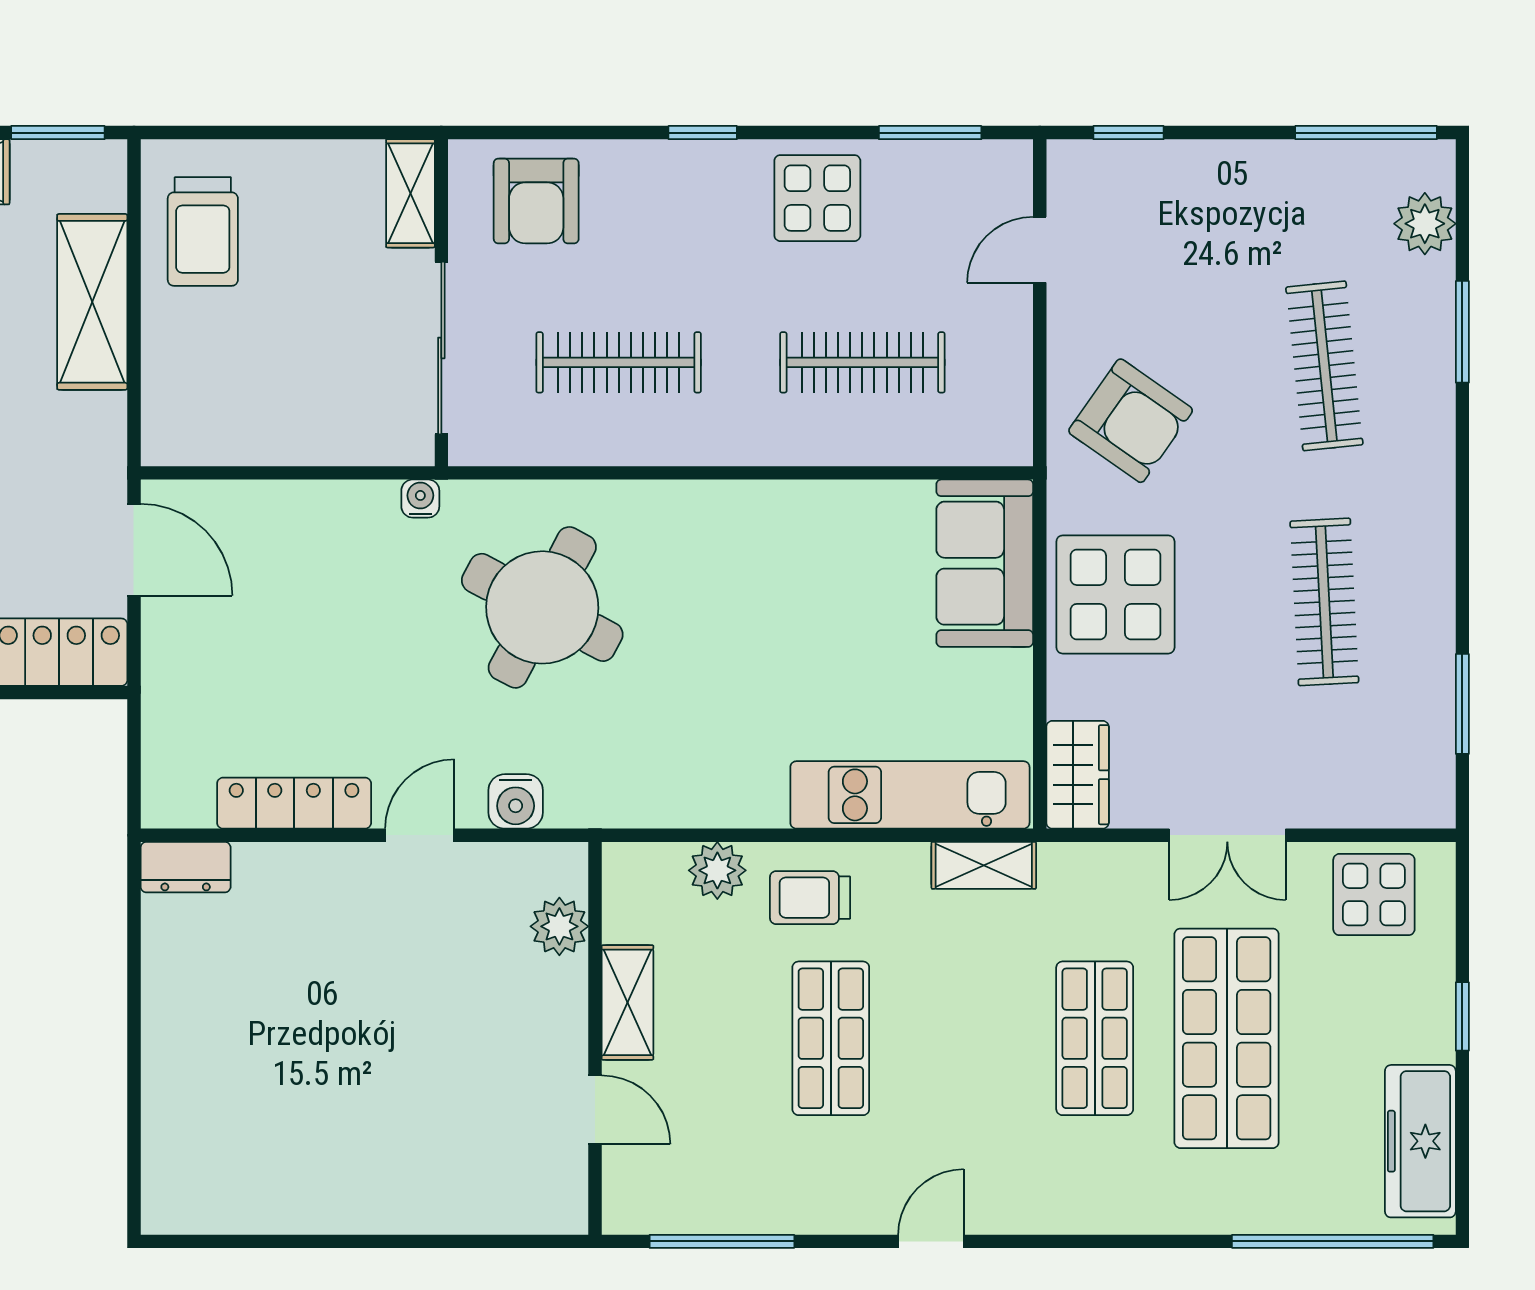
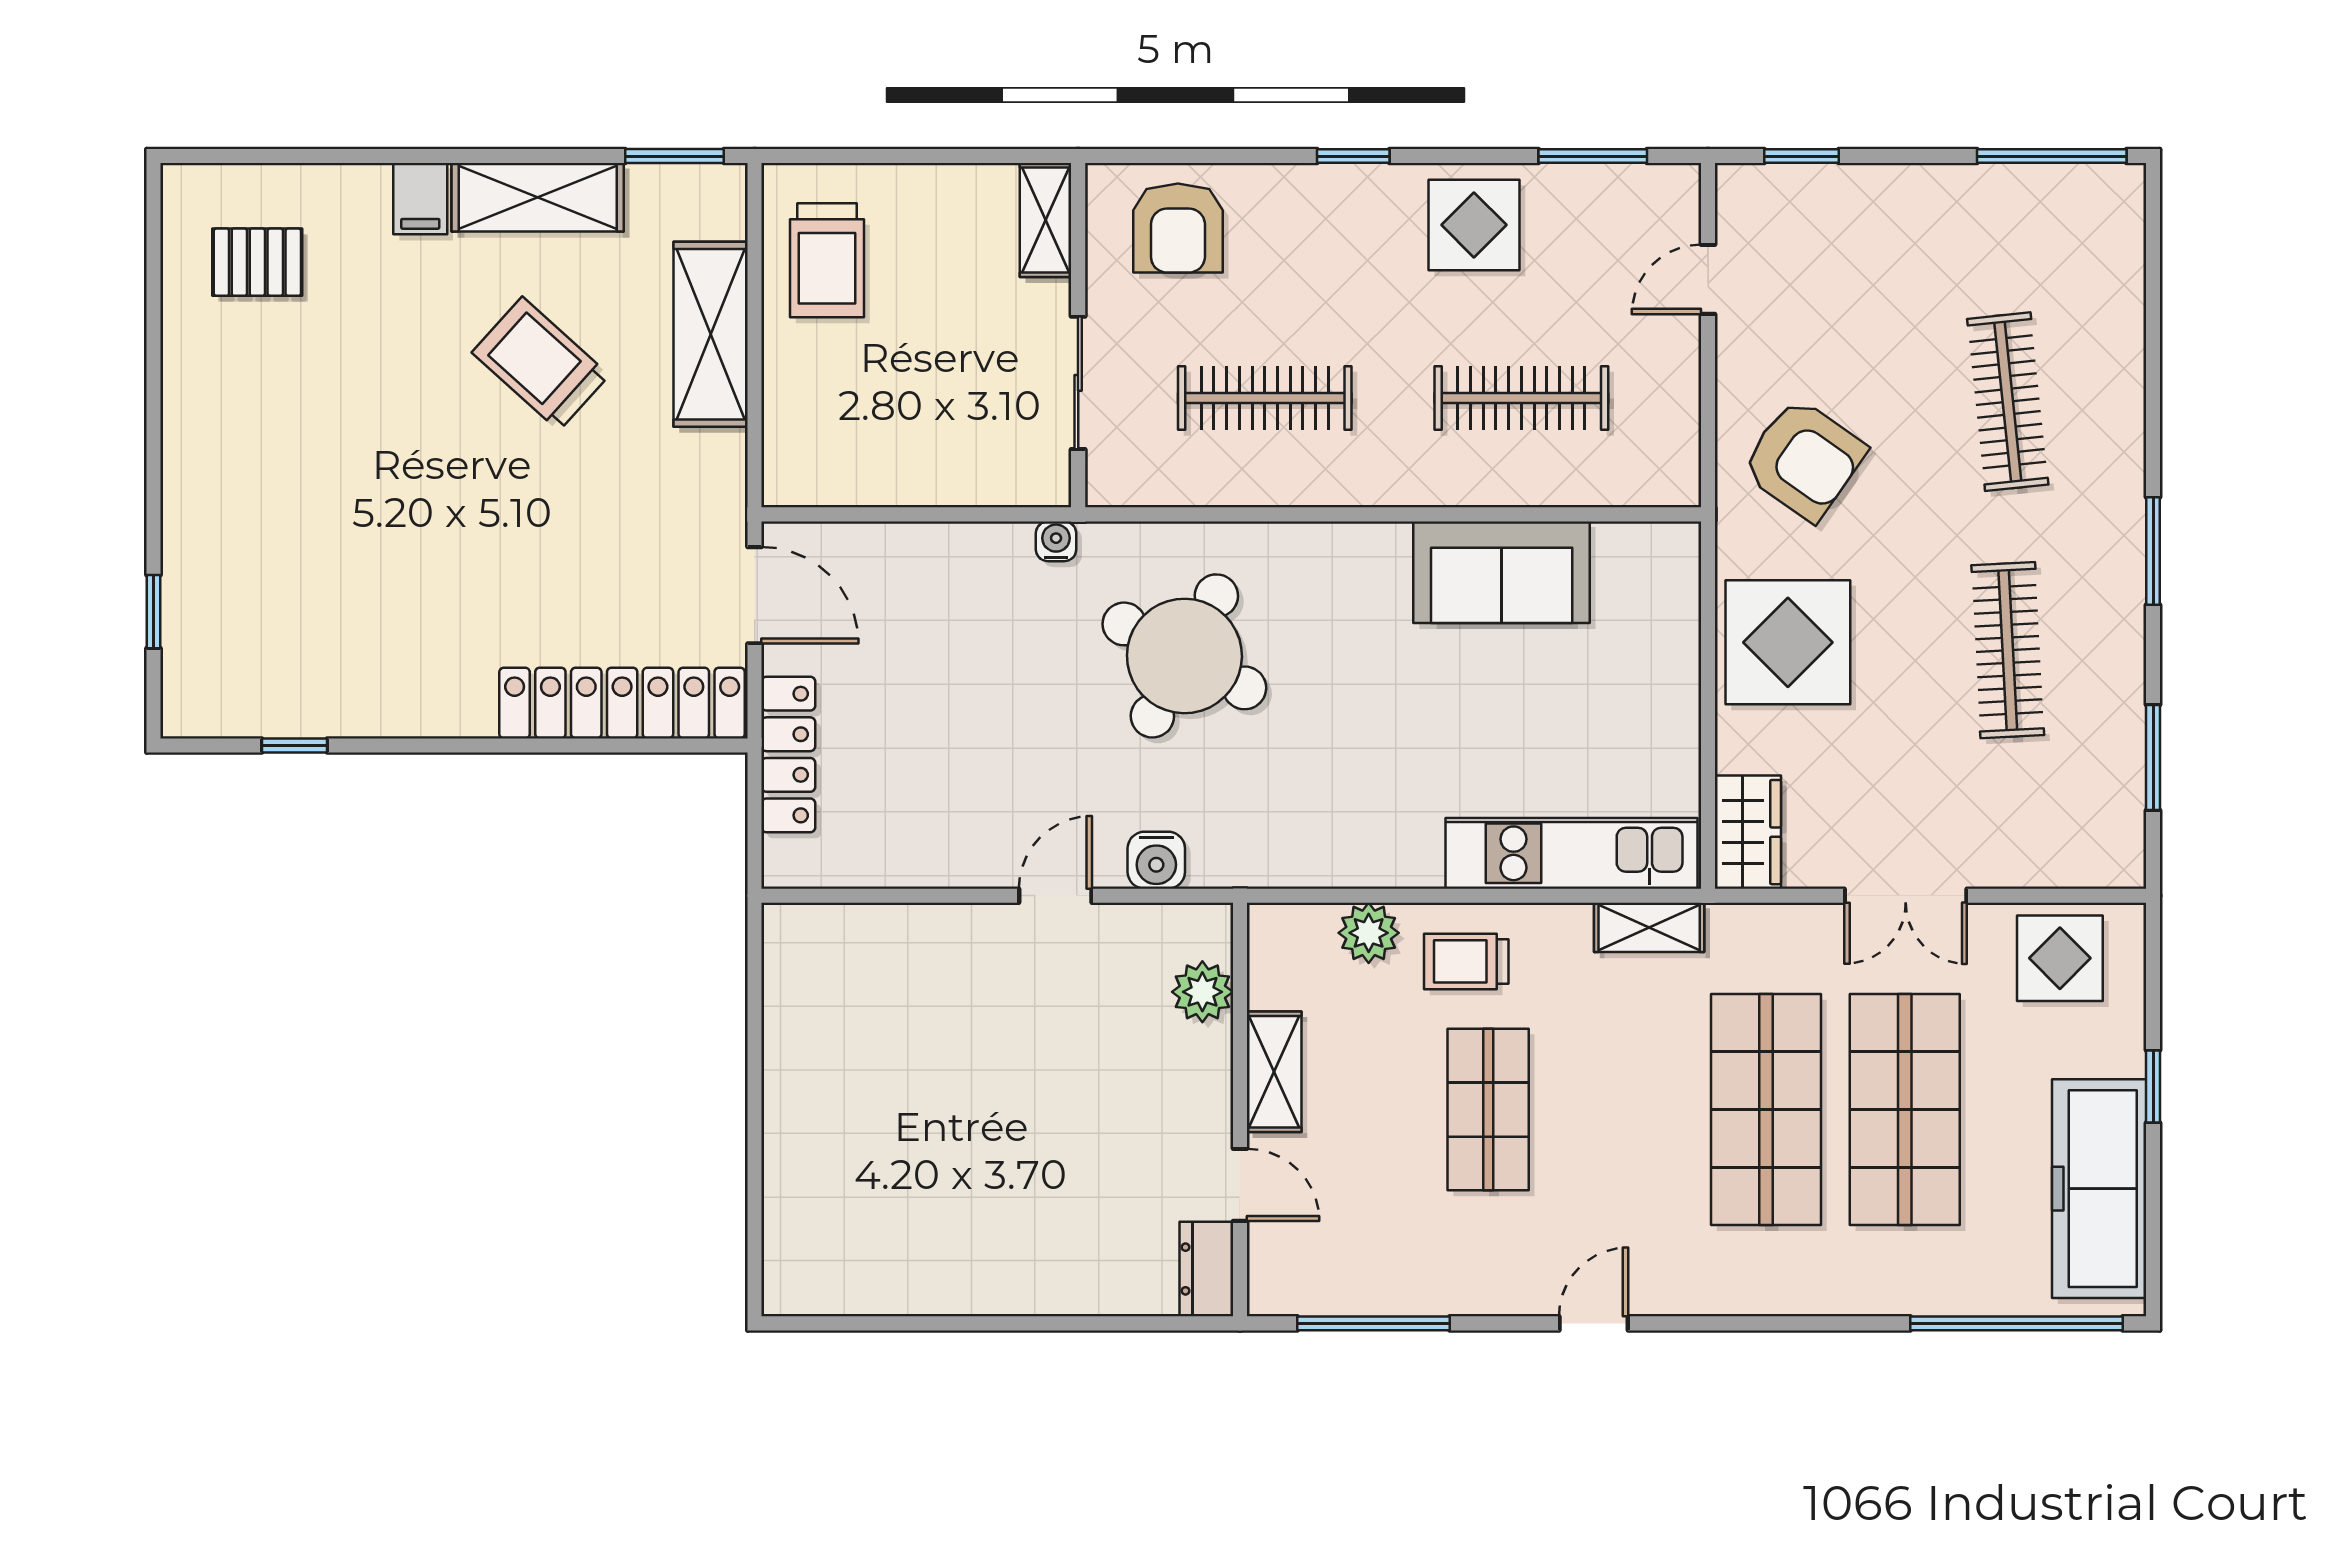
plant: (1425, 224) -> (2114, 252), removed
window: (1462, 332) -> (2153, 551), moved
sliding door: (441, 348) -> (1078, 383), width x0.73
sofa: (985, 563) -> (1502, 572), moved, turned -90
locker: (294, 803) -> (788, 755), moved, turned 90
dresser: (186, 867) -> (1206, 1269), moved, turned 90
shop shelf: (1095, 1038) -> (1766, 1110), width x1.43, depth x1.36
freezer: (1420, 1141) -> (2099, 1189), width x1.36, depth x1.26

